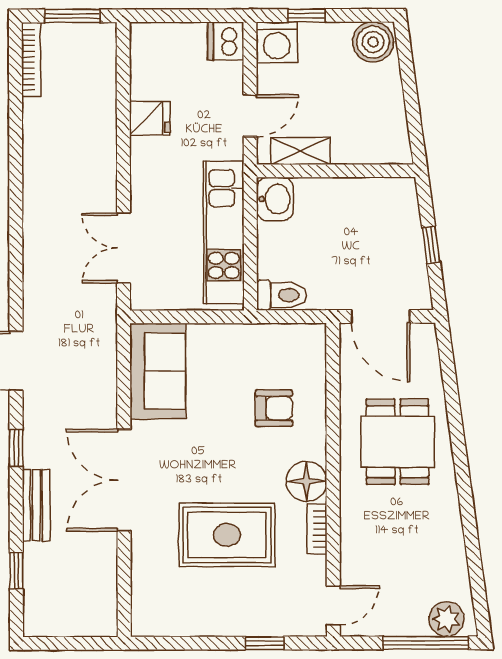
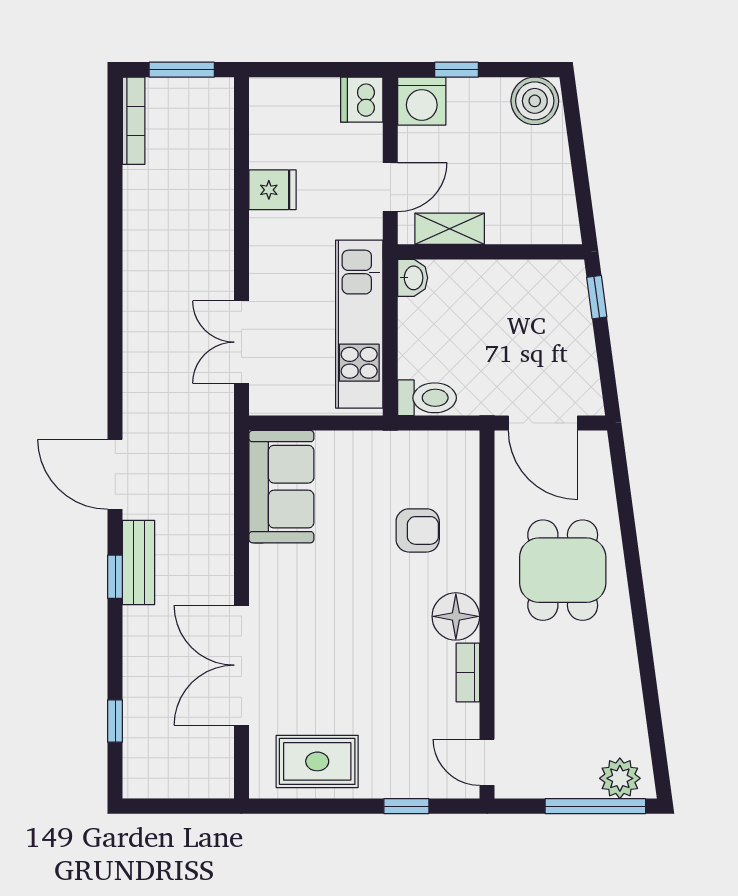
washbasin: (275, 199) -> (413, 278), width x0.72, depth x0.69
window: (431, 245) -> (597, 297), moved
double door: (124, 480) -> (241, 665), moved
bench: (36, 505) -> (139, 562), moved
rug: (227, 535) -> (317, 761), moved, width x0.73, depth x0.70
door: (333, 606) -> (487, 762), swing flipped

